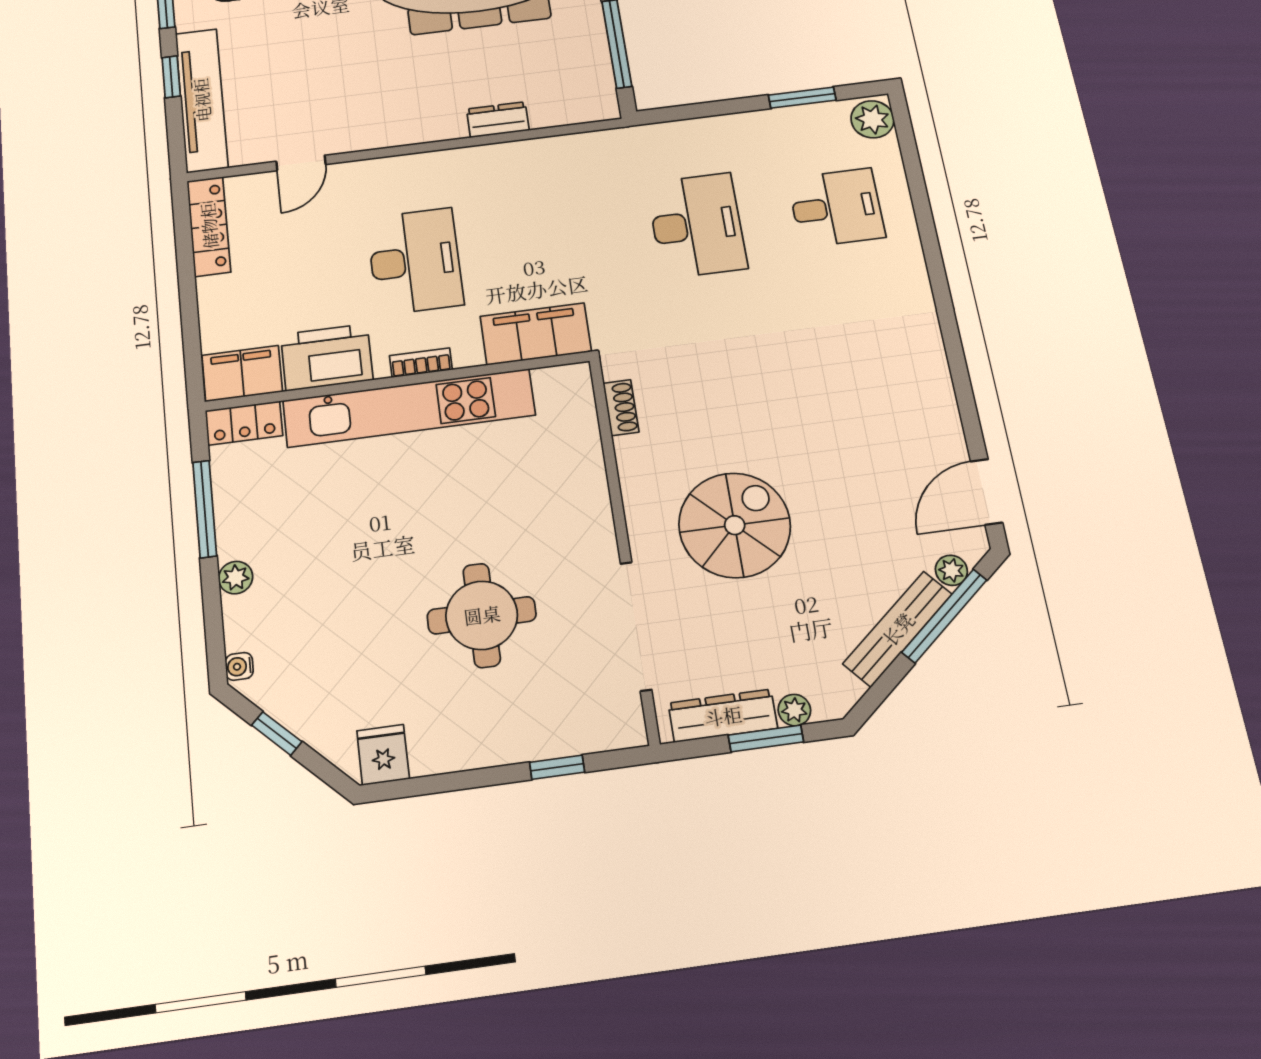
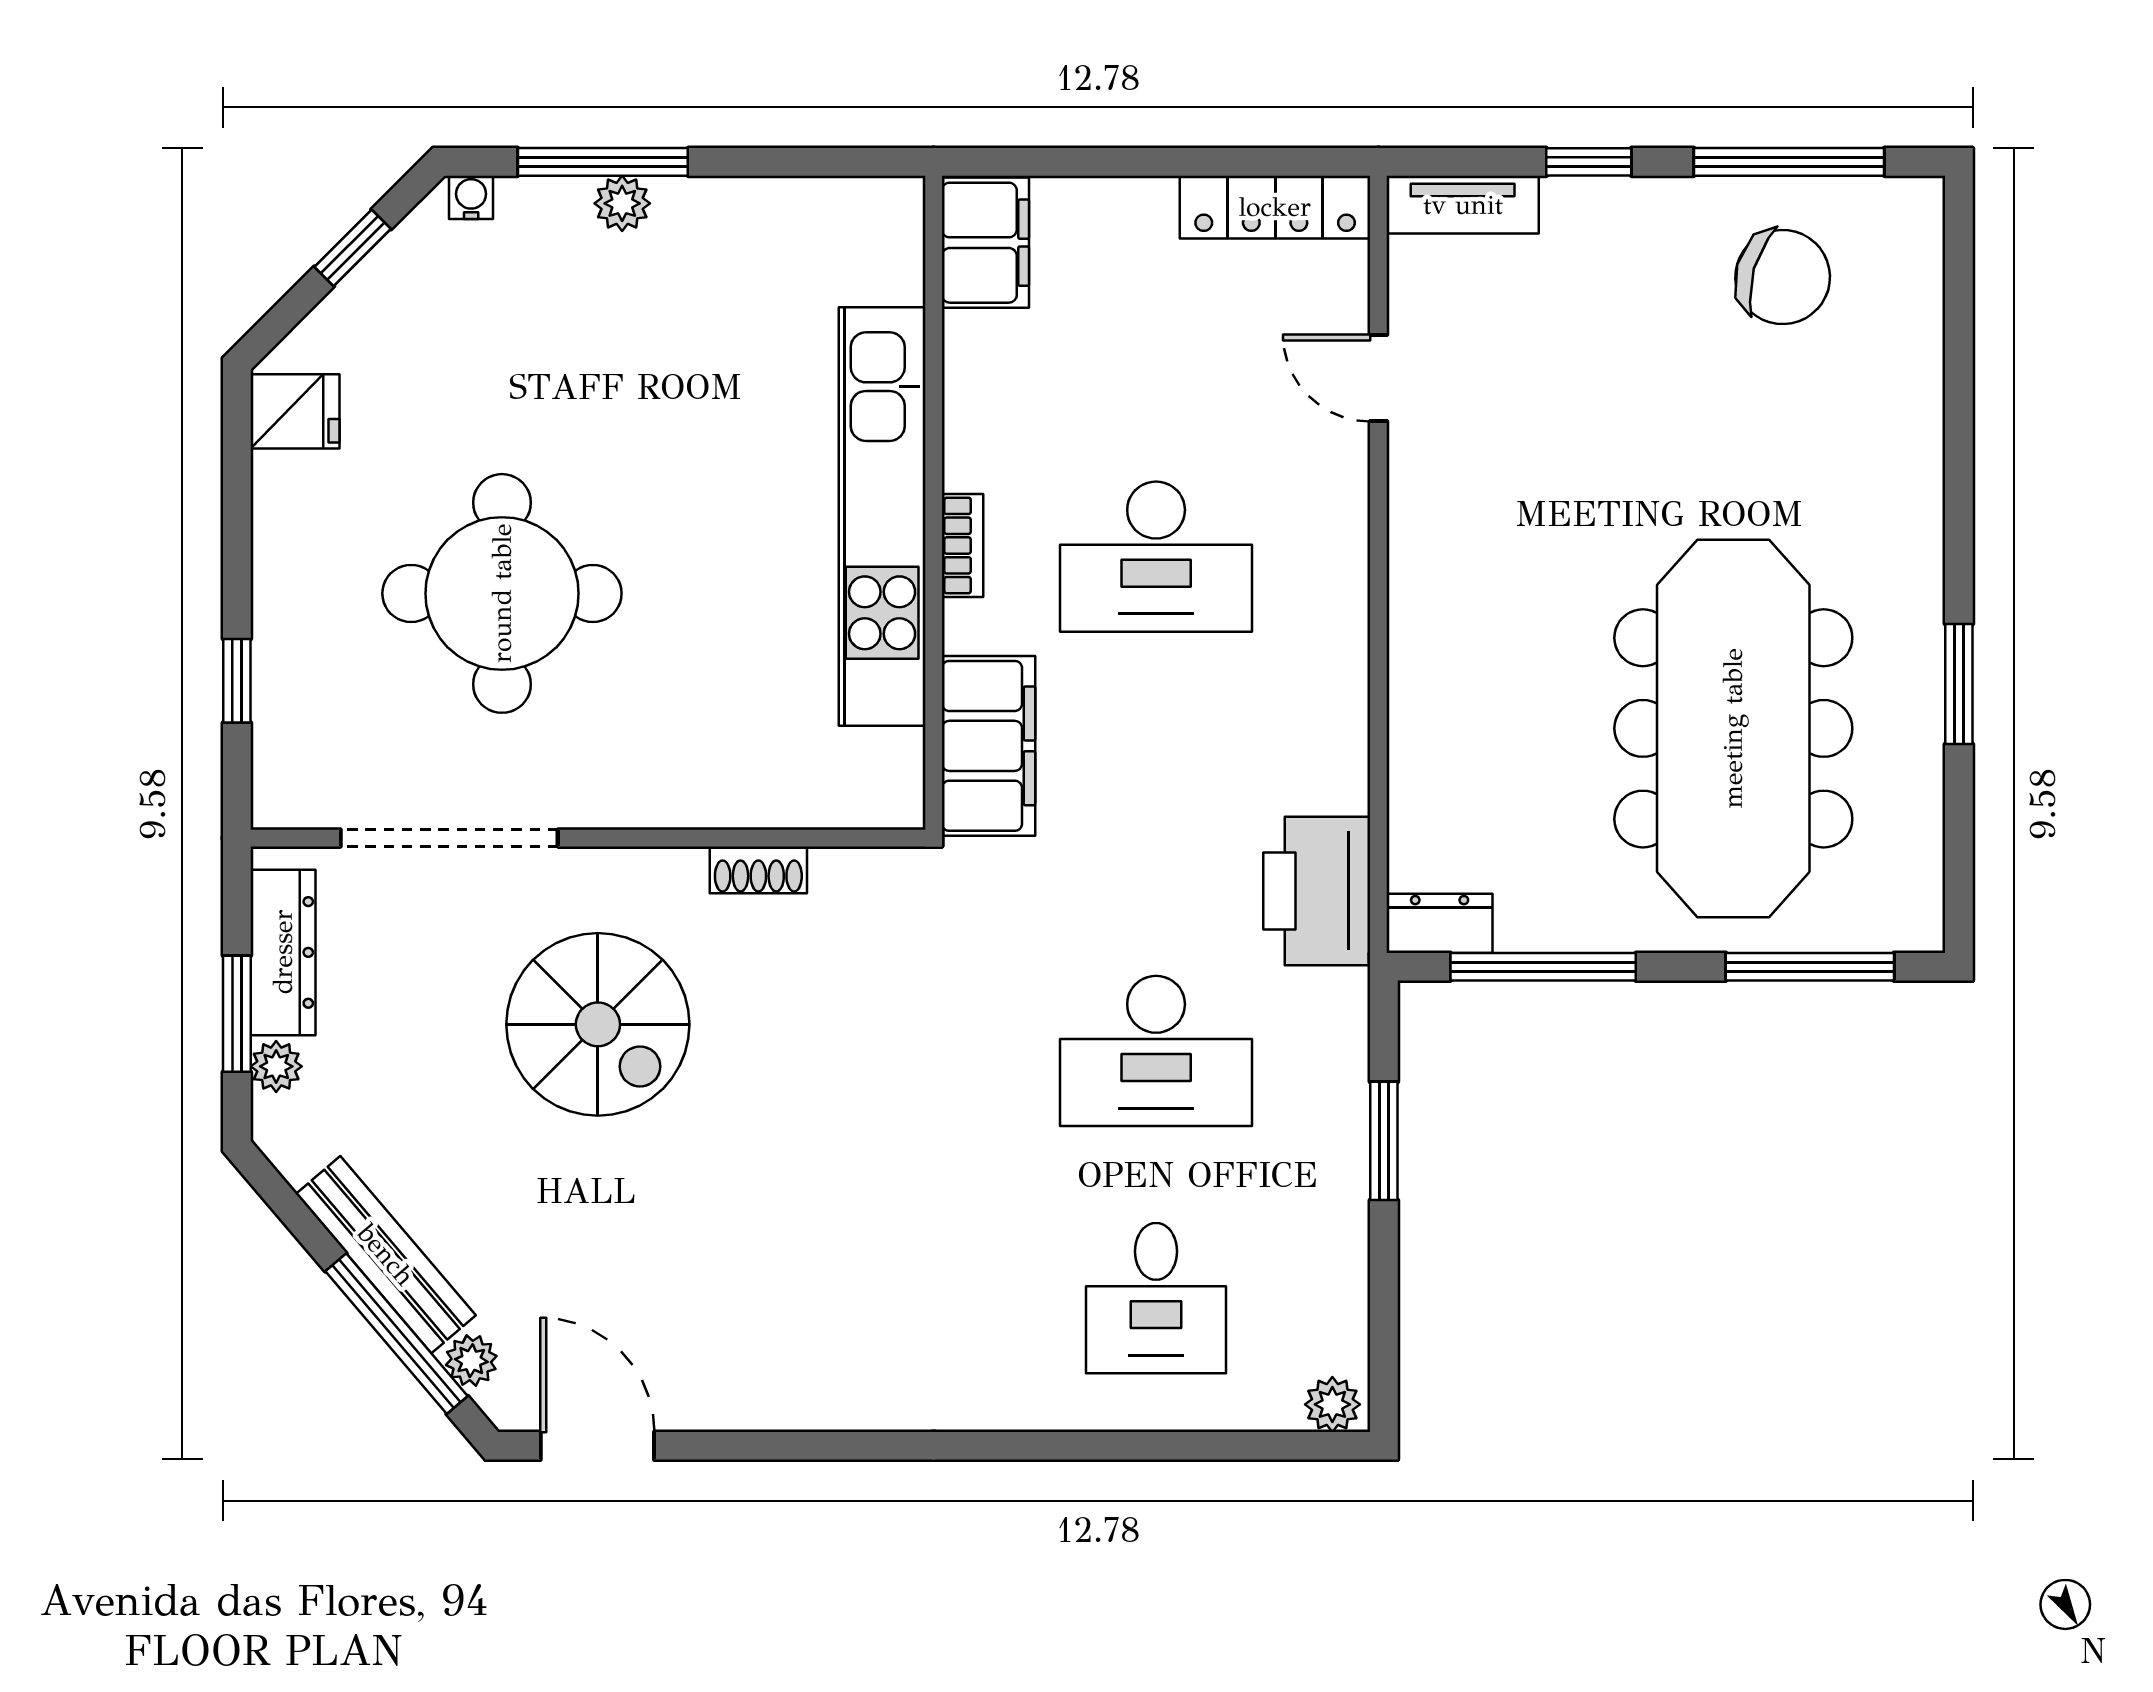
window: (802, 98) -> (1384, 1141), moved
tv unit: (202, 100) -> (1463, 205), width x0.52, depth x0.78
plant: (872, 119) -> (1332, 1404), width x0.73, depth x0.73
dresser: (498, 120) -> (1440, 923), moved, turned -90
printer: (327, 357) -> (1317, 891), moved, turned 180
shoe rack: (621, 408) -> (758, 870), moved
locker: (244, 423) -> (894, 239), removed
window: (205, 509) -> (603, 162), moved
round table: (482, 615) -> (502, 593), width x1.36, depth x1.36

